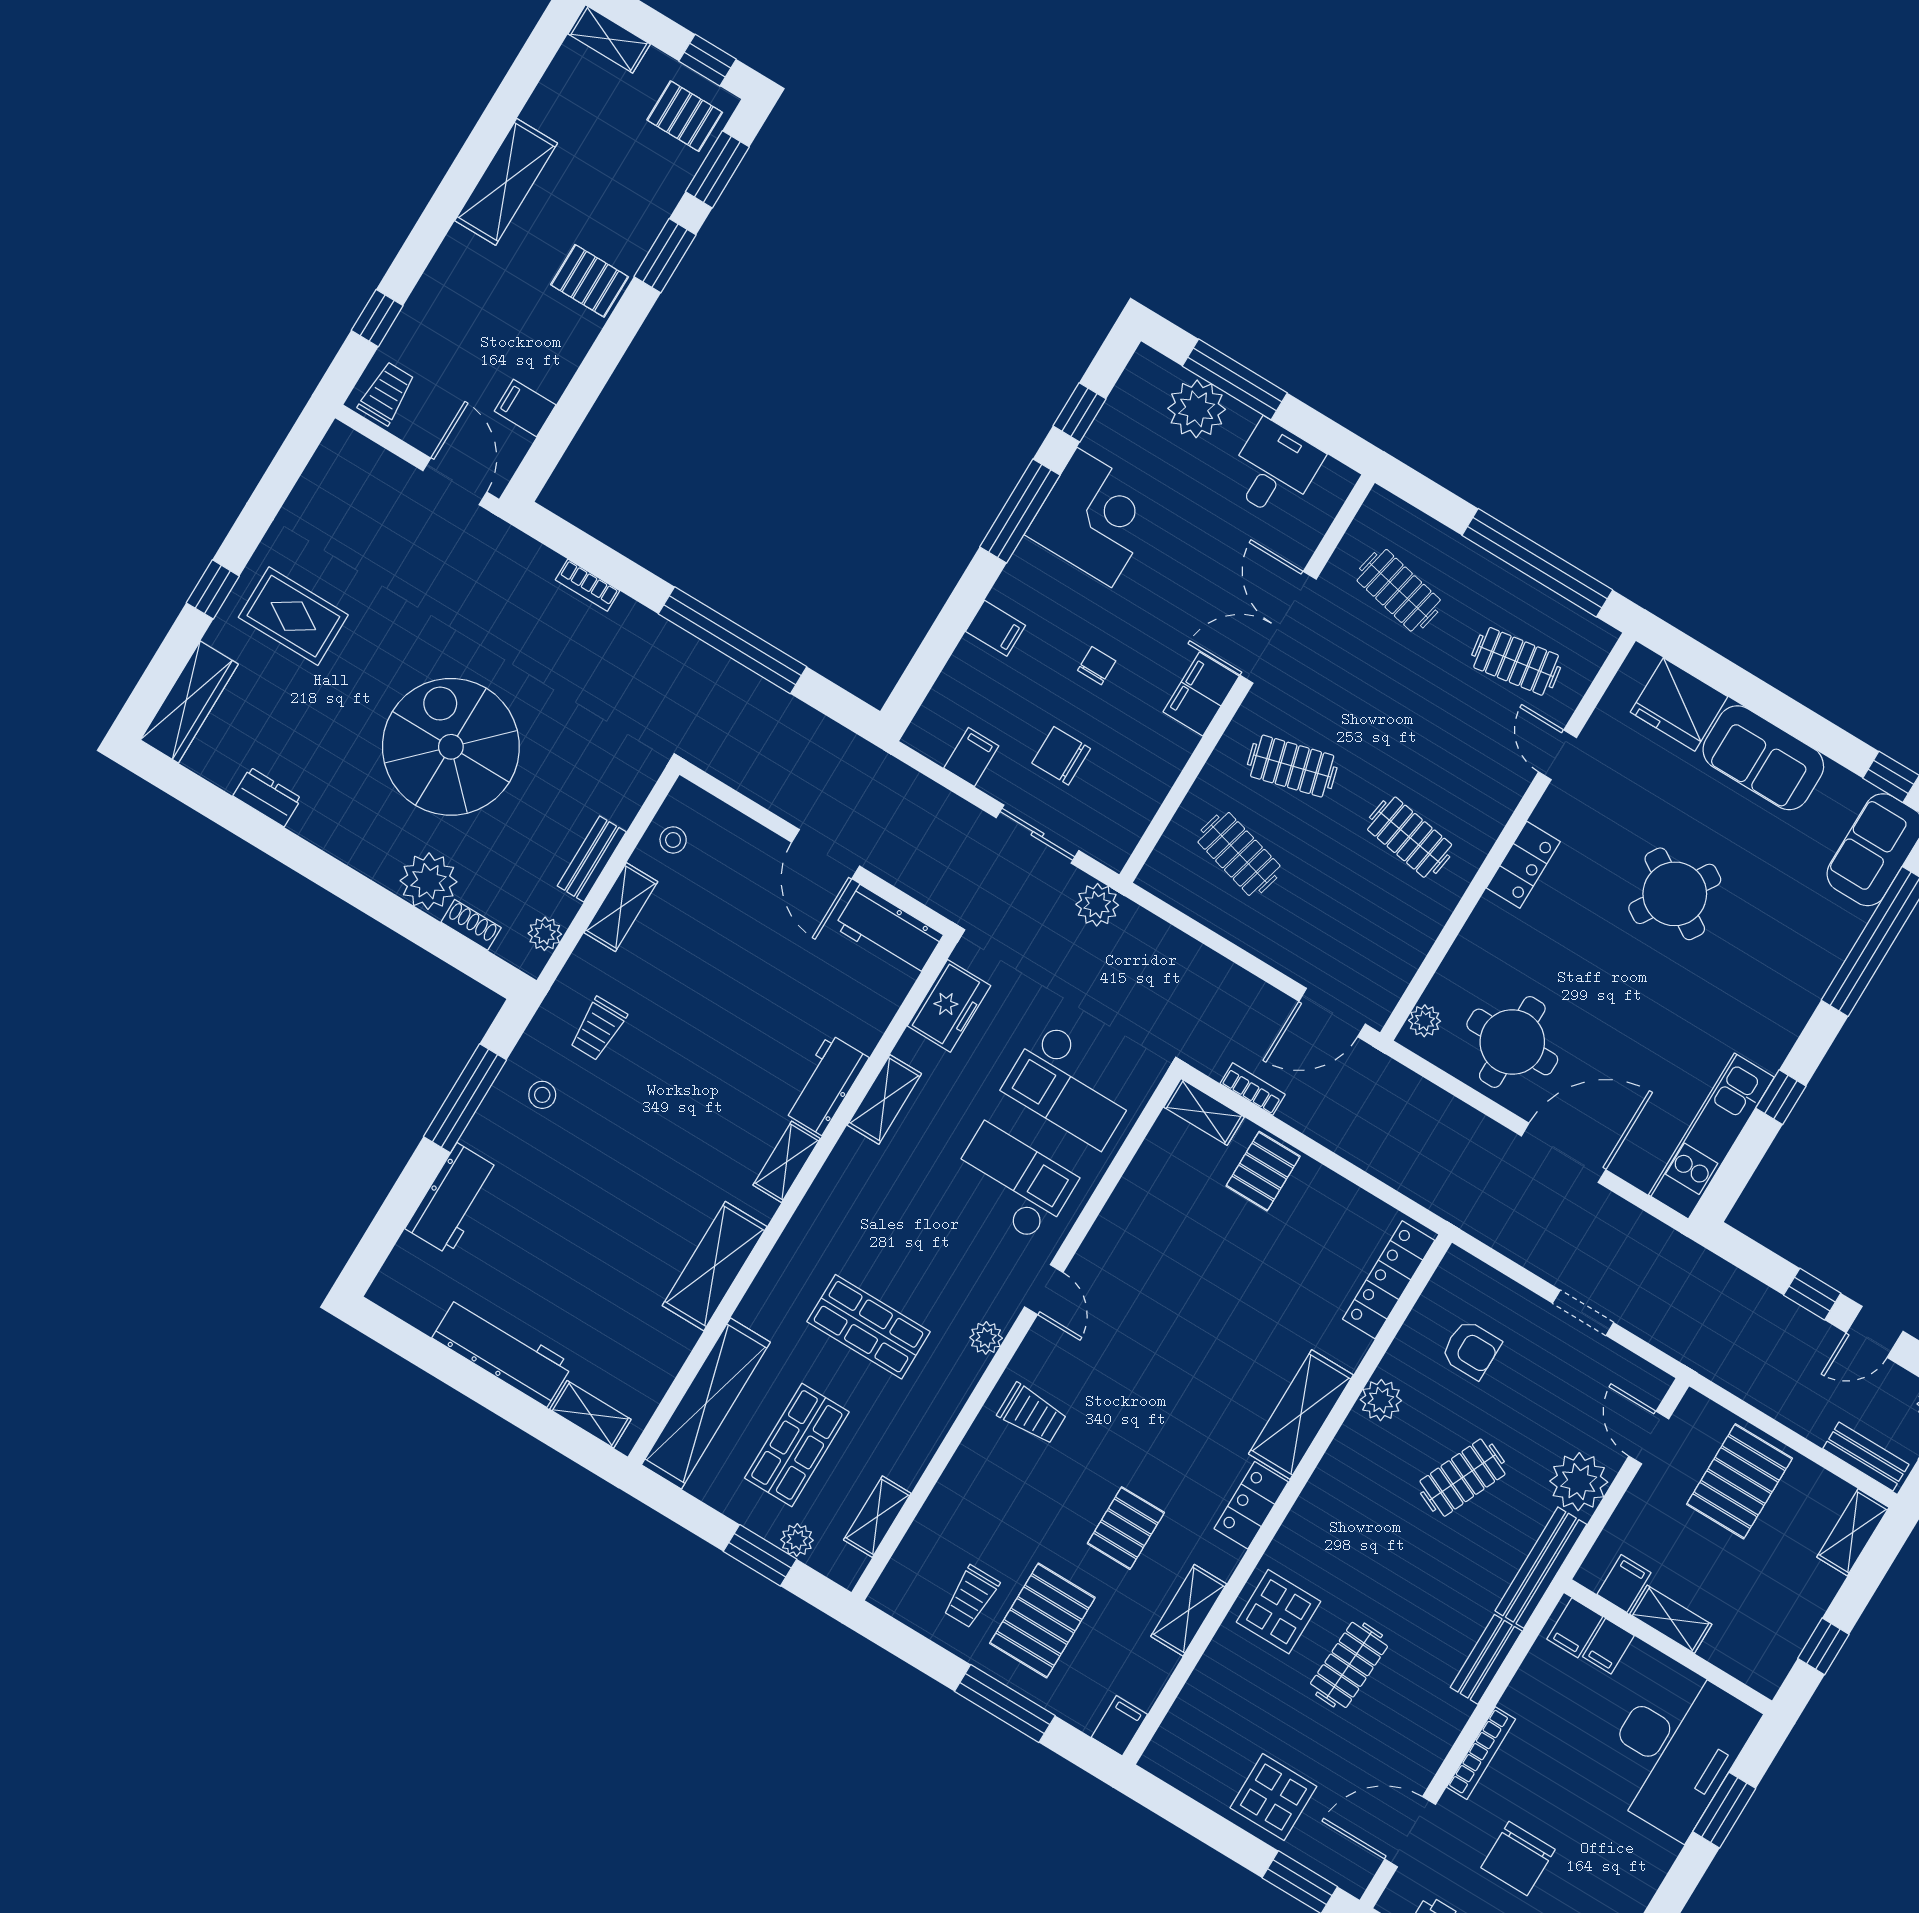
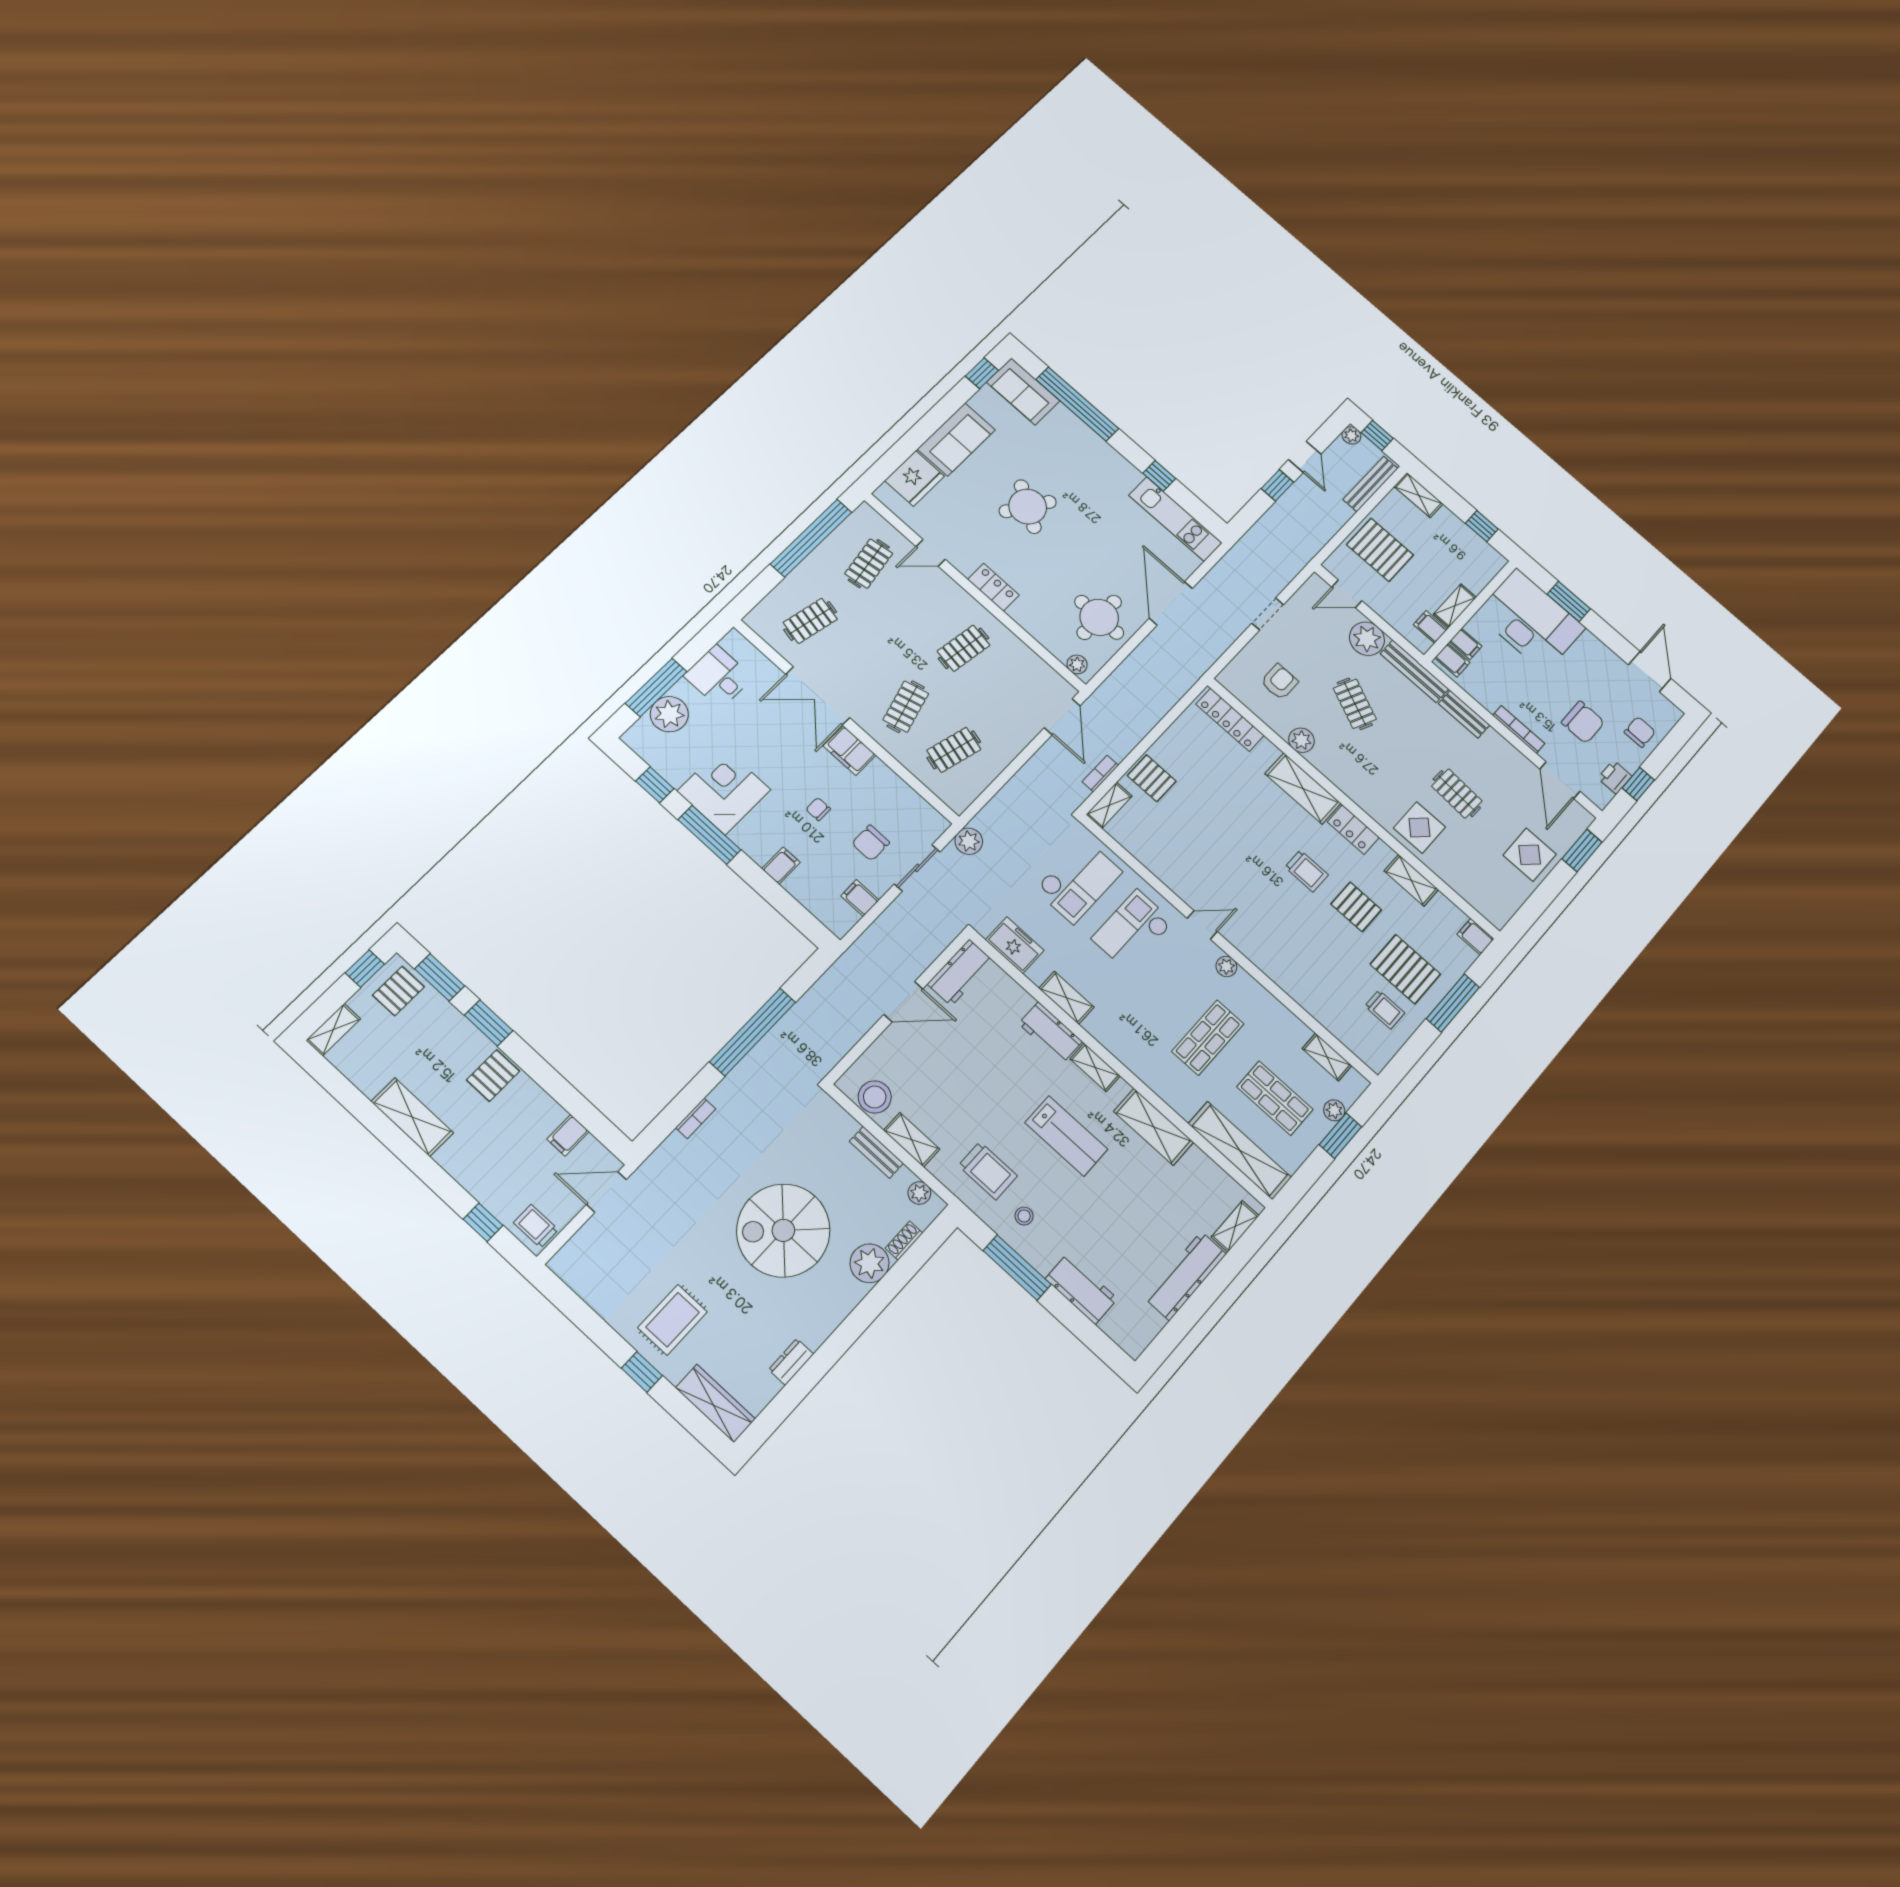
stool: (673, 840) -> (875, 1097), width x1.89, depth x1.89
trolley: (598, 1029) -> (988, 1171), width x1.36, depth x1.39
lab bench: (674, 1137) -> (1066, 1136), added
trolley: (1032, 1414) -> (1307, 871), moved, turned 90
bench: (1866, 1457) -> (1370, 484), width x1.36

